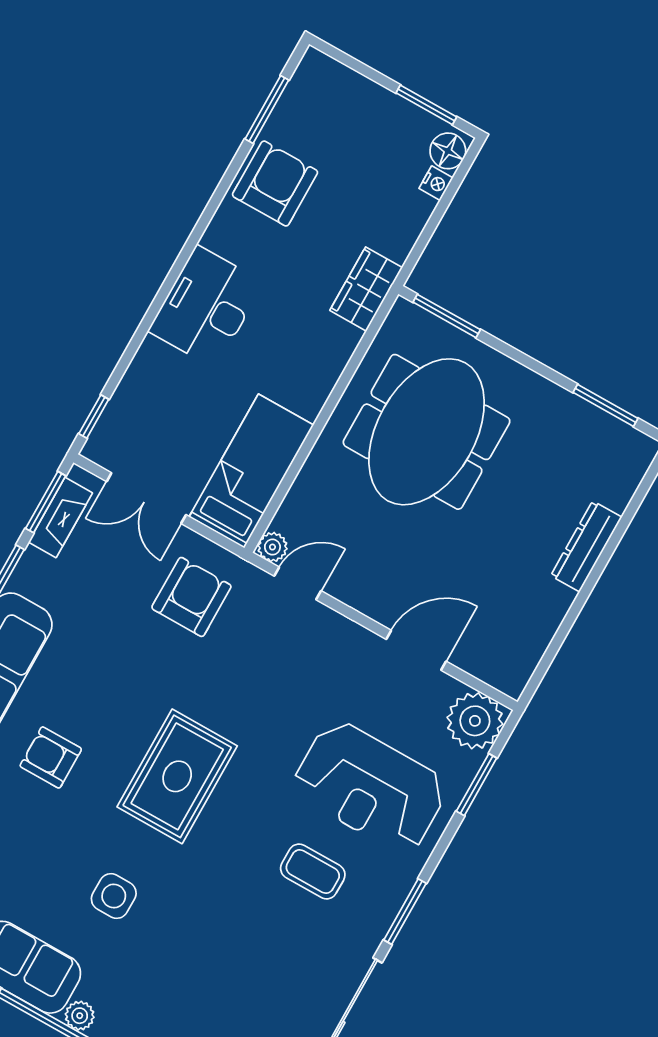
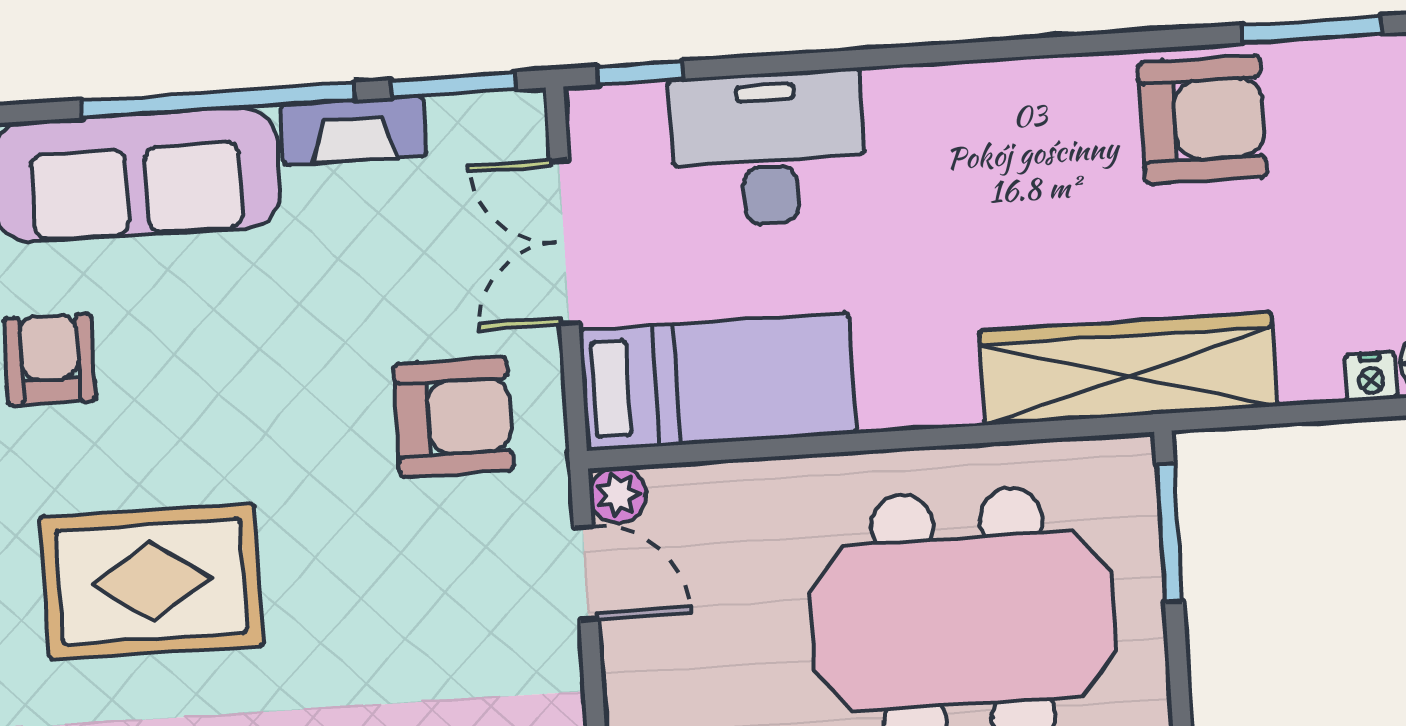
wardrobe: (366, 289) -> (1128, 369), width x2.10, depth x1.17
desk: (206, 307) -> (768, 148), moved
fireplace: (60, 517) -> (353, 131), moved

